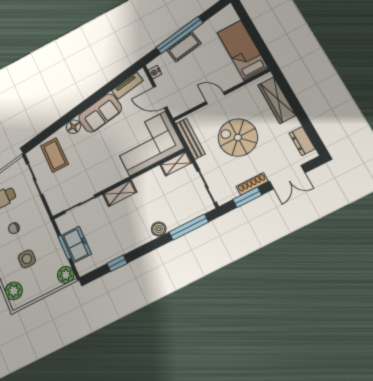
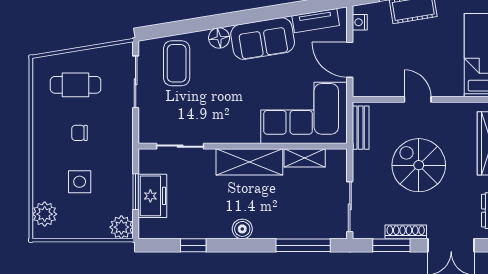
bench: (191, 139) -> (361, 128), width x0.73
shelving: (176, 164) -> (305, 158), moved
shelving: (120, 193) -> (249, 162), width x1.50, depth x1.33
boiler: (159, 229) -> (242, 229), moved

